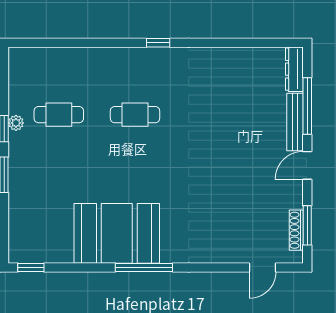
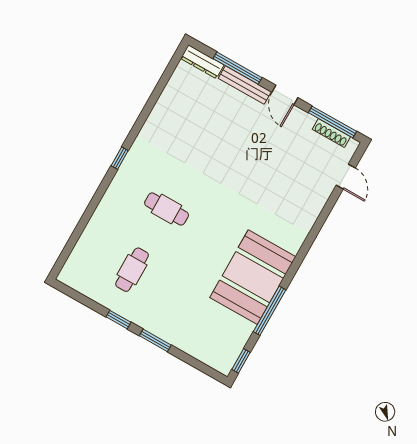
cafe table: (135, 115) -> (167, 209), turned 90
plant: (16, 123) -> (119, 307), removed
window: (307, 225) -> (332, 122), width x1.44
window: (144, 267) -> (270, 311), moved

